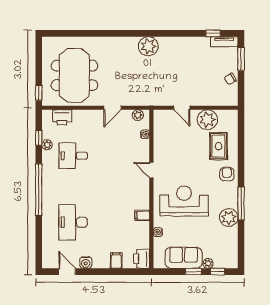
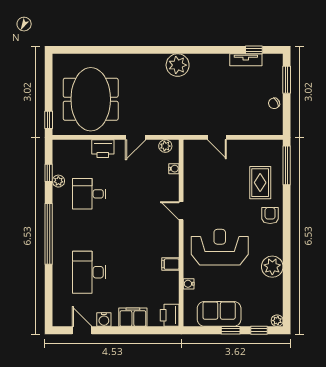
tv unit: (224, 42) -> (246, 60), moved
printer: (62, 117) -> (103, 149), moved
plant: (207, 120) -> (247, 151), removed
window: (241, 203) -> (287, 165), moved
filing cabinet: (116, 261) -> (133, 317), width x2.00
plant: (208, 263) -> (277, 321), moved

